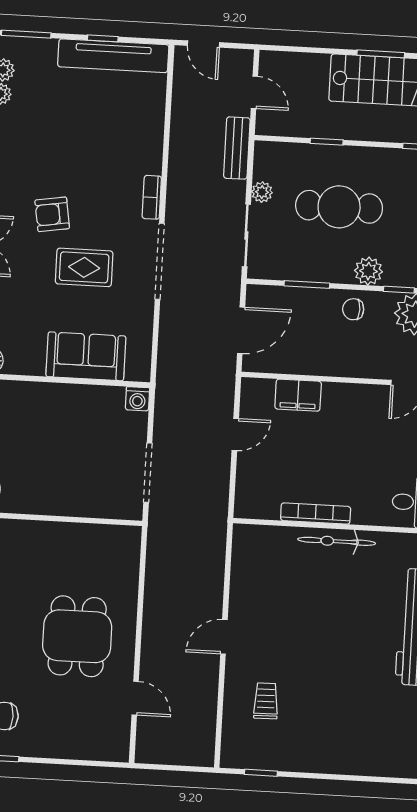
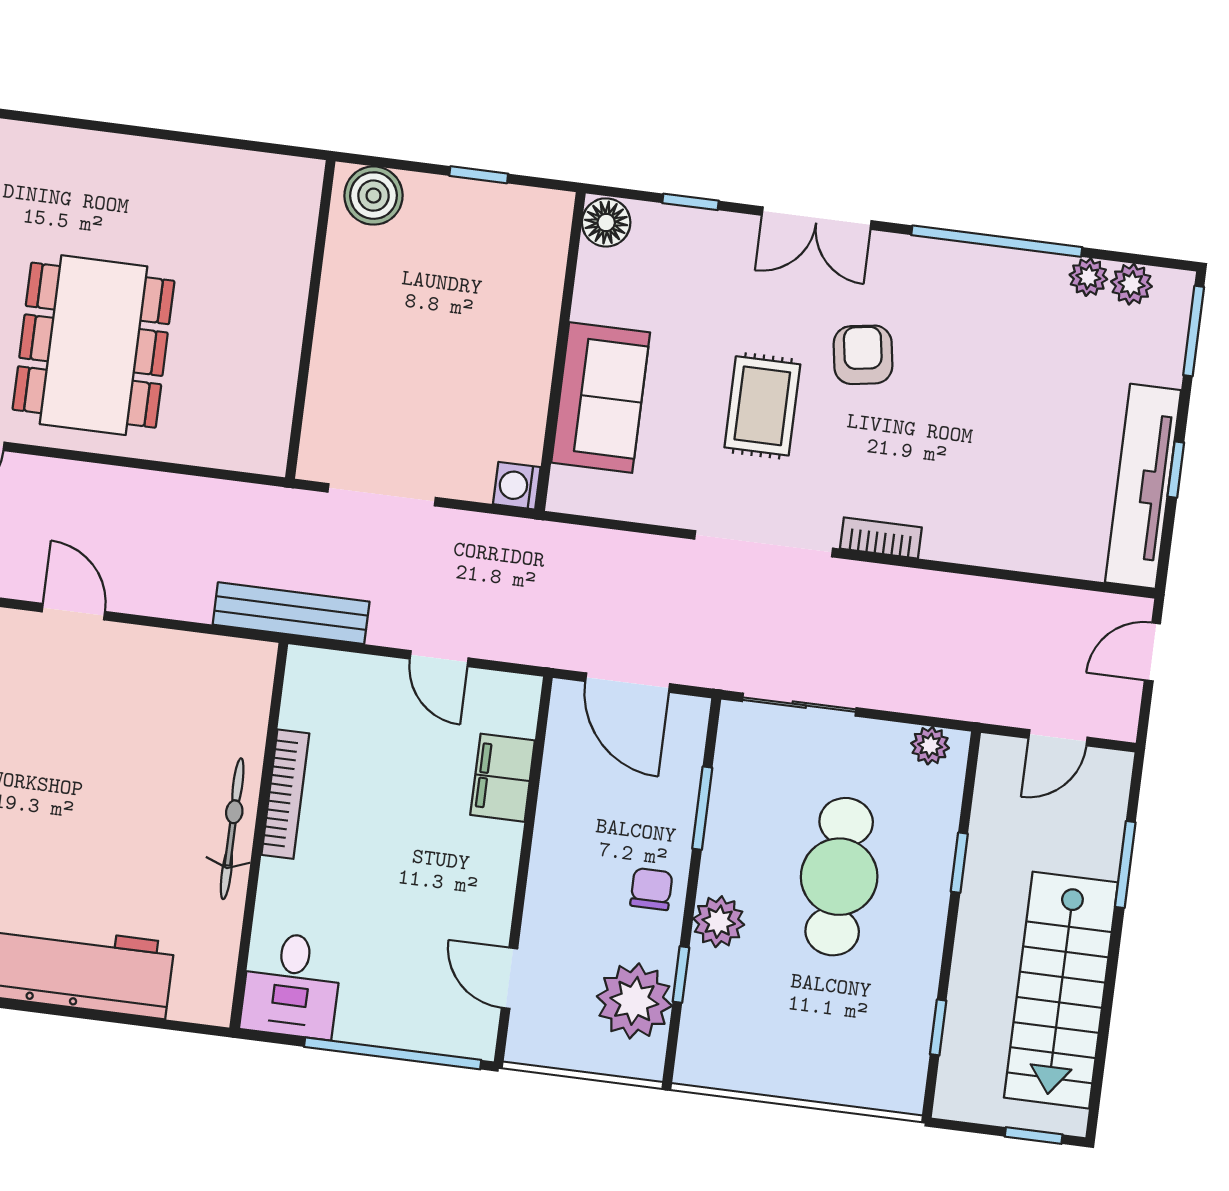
window: (381, 54) -> (1125, 864), moved
bench: (237, 148) -> (291, 613), moved, width x1.36
plant: (262, 192) -> (930, 746), moved
dining table: (77, 636) -> (93, 345), width x1.38

